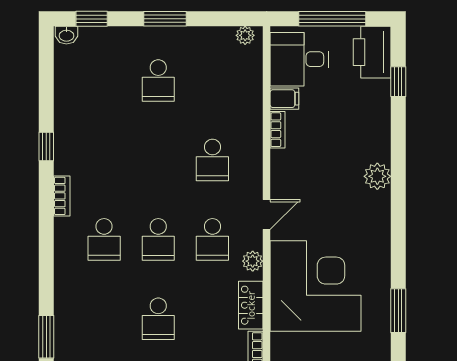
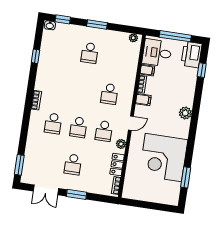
window: (46, 147) -> (36, 56), moved
filing cabinet: (285, 161) -> (143, 100), added
corner desk: (316, 286) -> (163, 158), moved, turned 180

